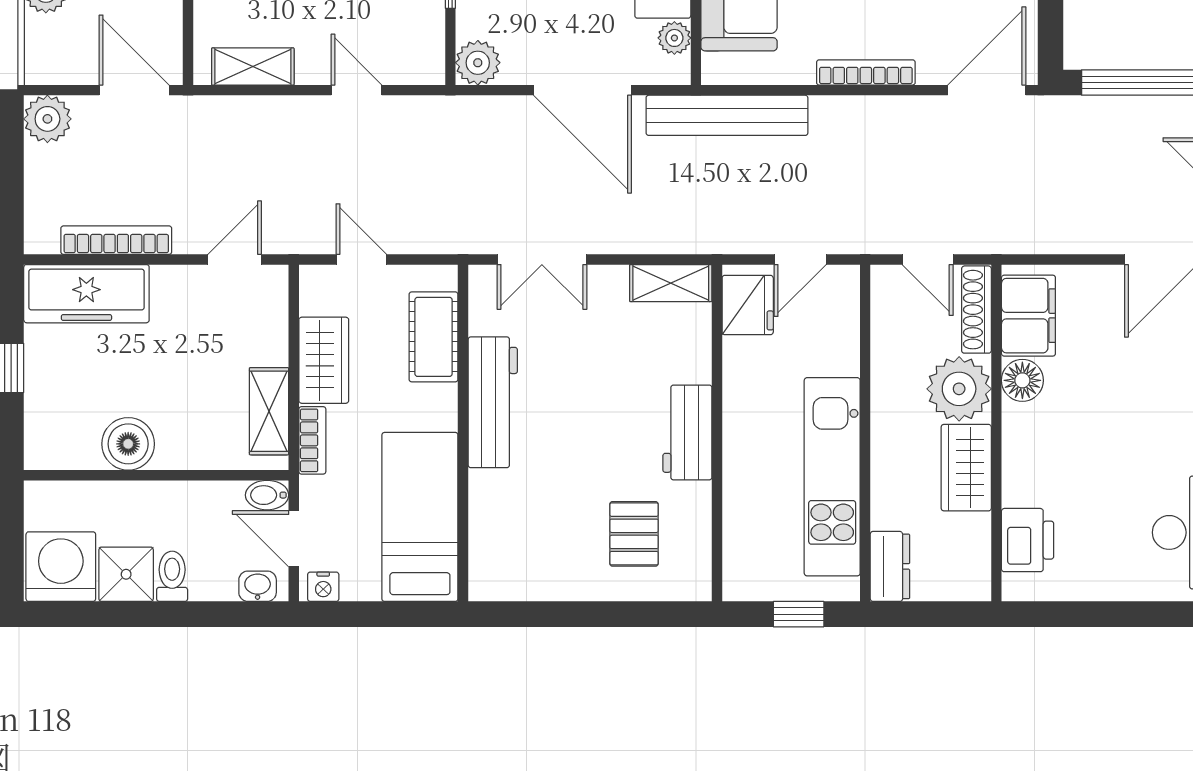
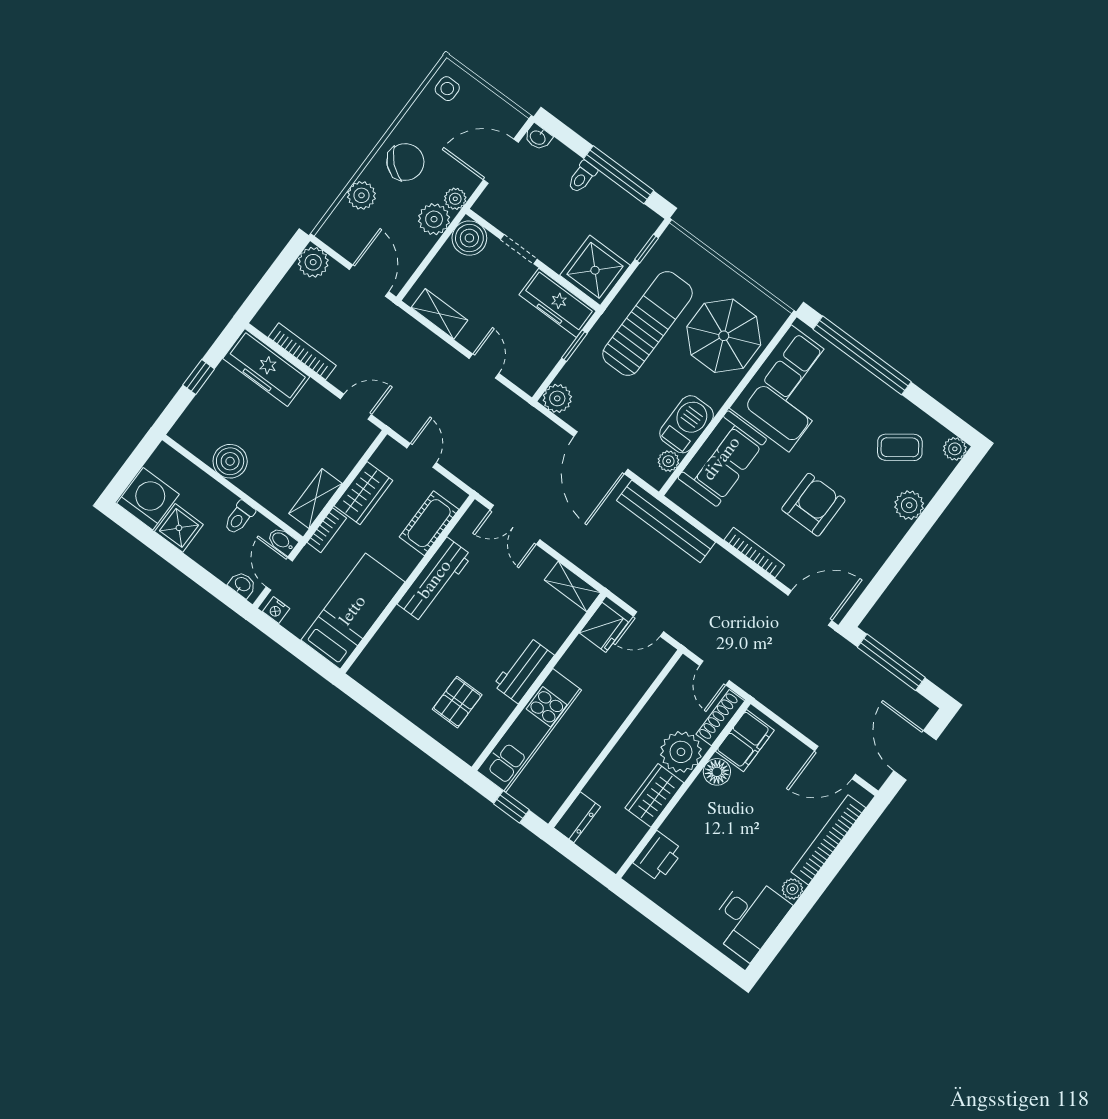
kitchen unit: (832, 477) -> (529, 730), moved, turned 180
toilet: (172, 576) -> (239, 518), moved, turned 180

